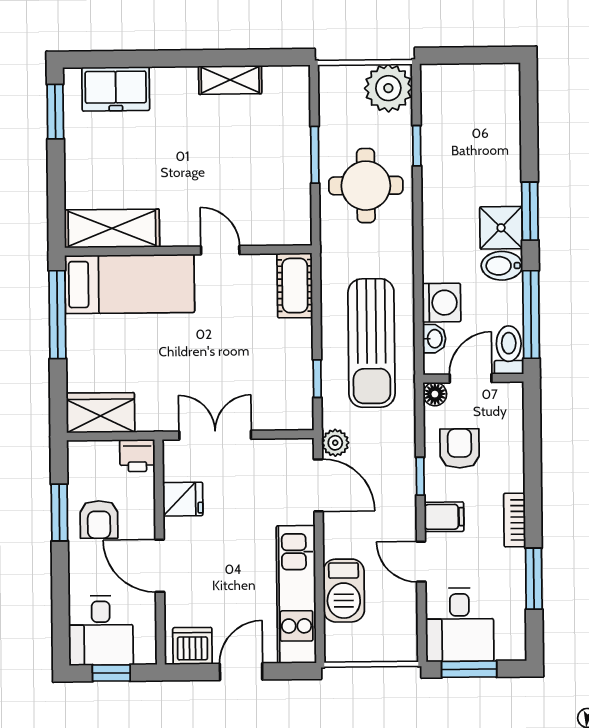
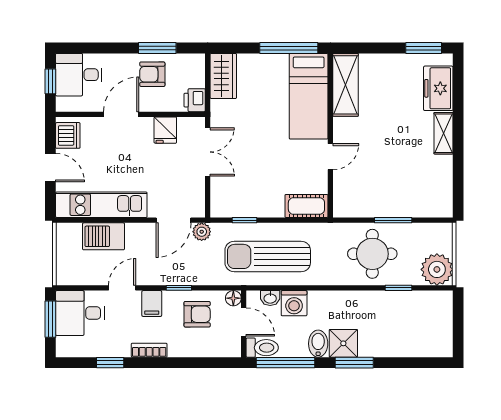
shelving: (230, 80) -> (443, 133), moved
window: (534, 579) -> (110, 363), width x0.67

